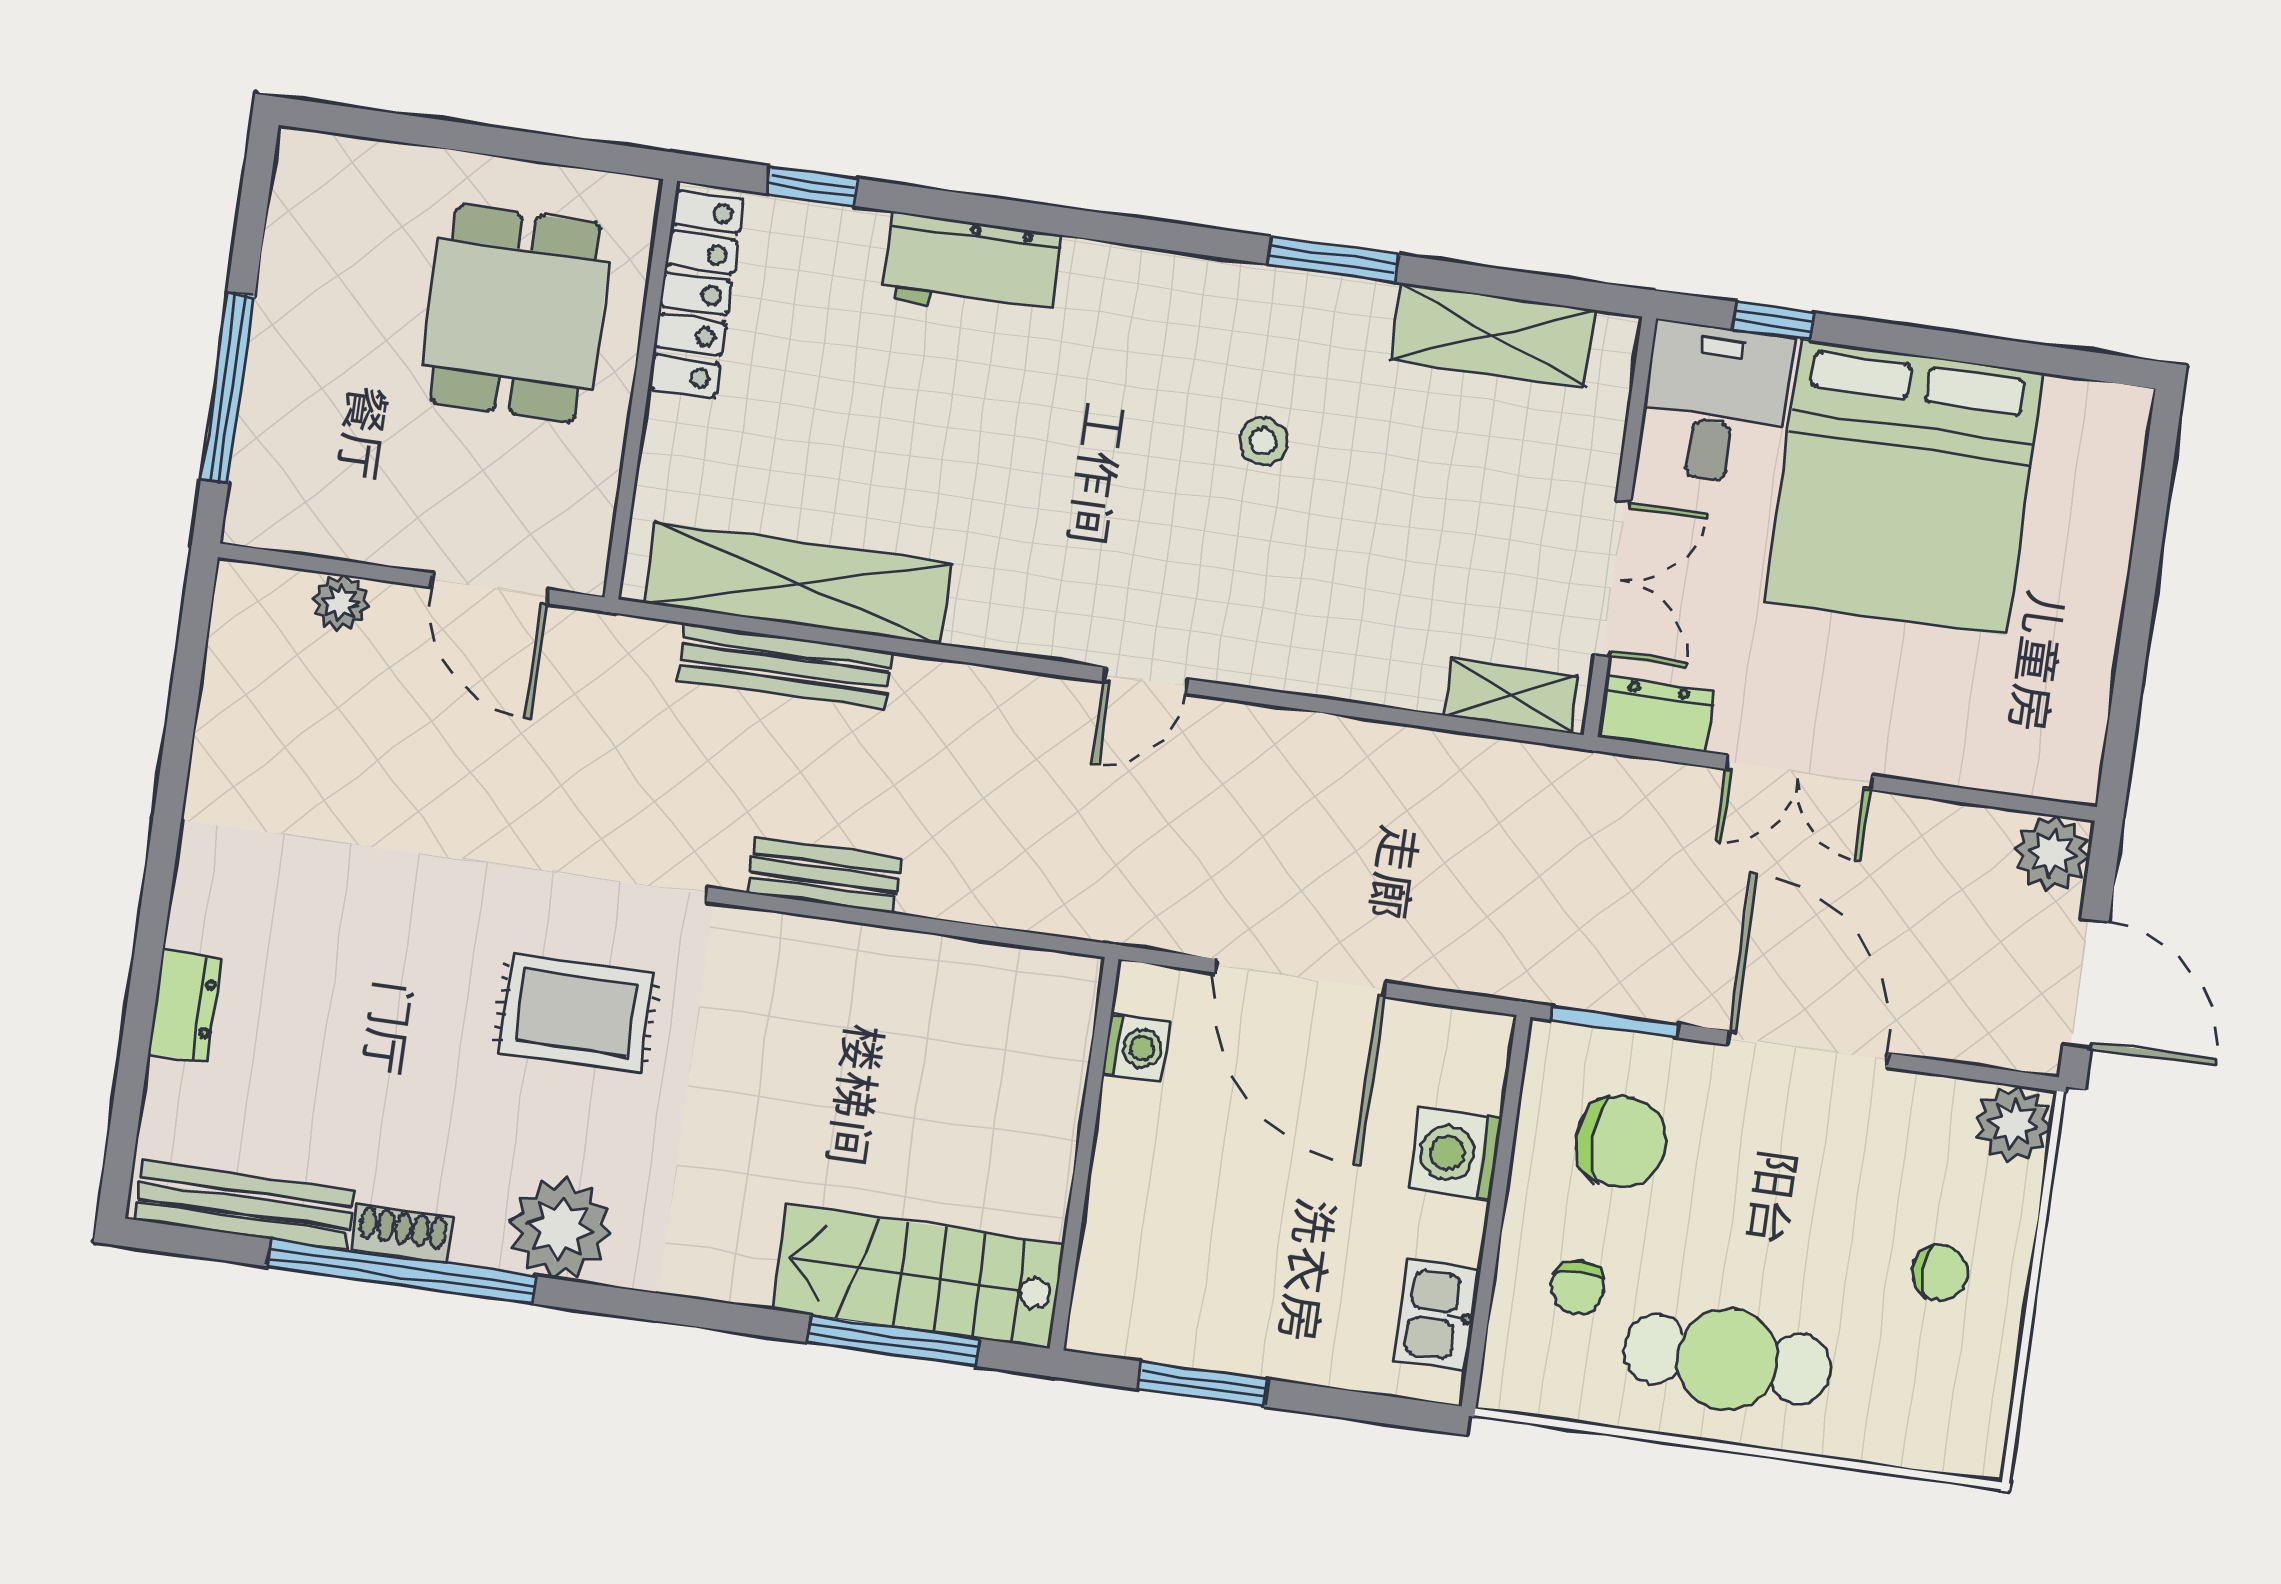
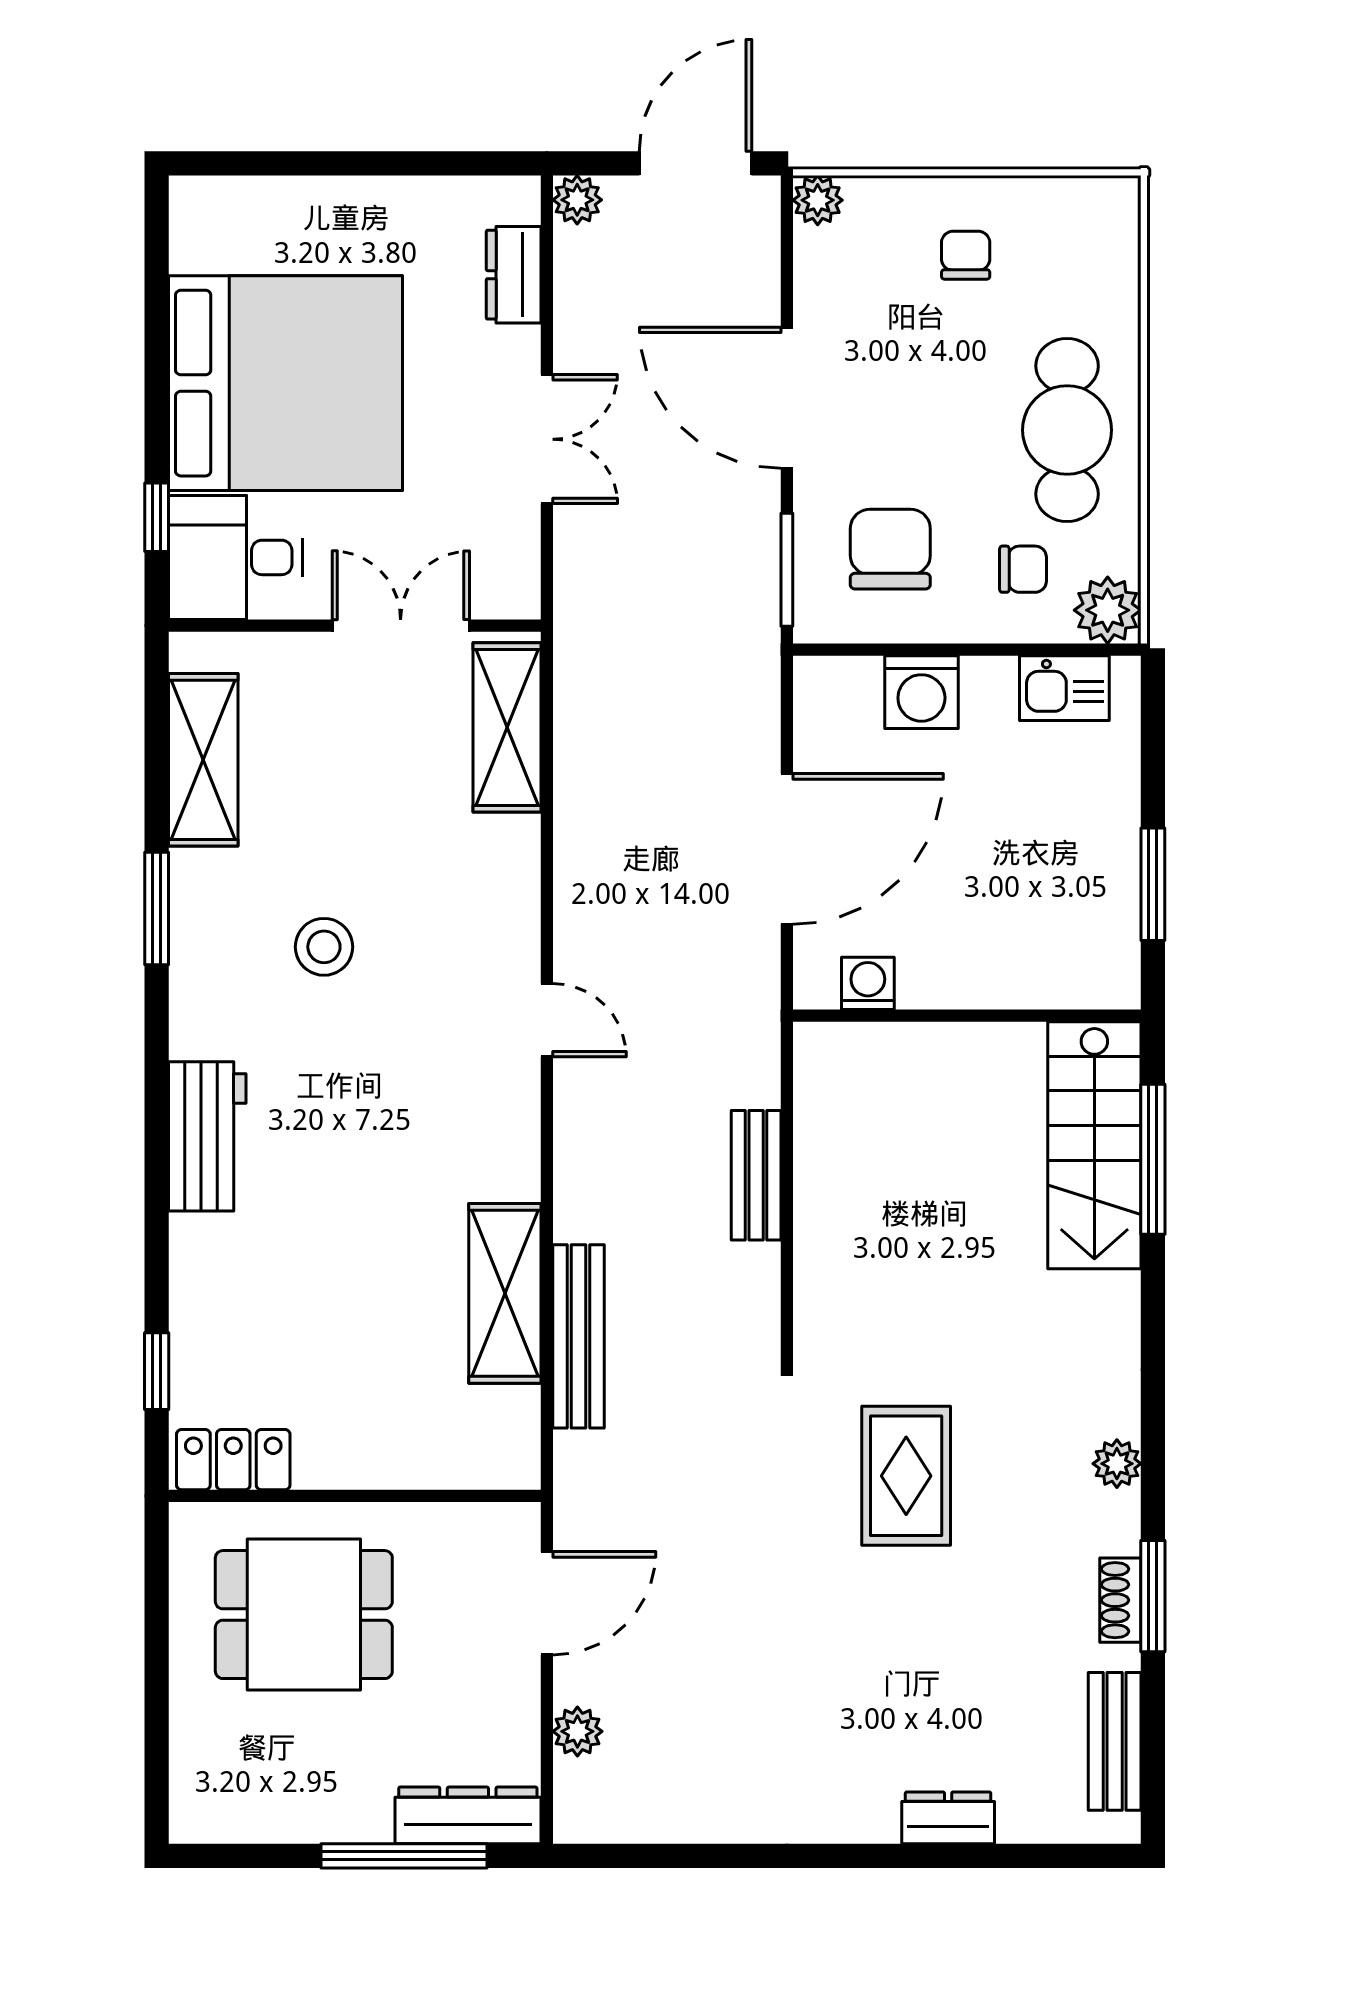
workbench: (972, 267) -> (207, 1136), moved
locker: (696, 294) -> (233, 1460), width x0.66
stool: (1263, 441) -> (324, 947), width x1.37, depth x1.37
dresser: (263, 466) -> (468, 1815), added
shelving: (798, 583) -> (505, 1293), width x0.68
shelving: (1512, 696) -> (507, 727), width x1.50, depth x1.33
dresser: (1656, 714) -> (514, 275), moved
plant: (2052, 853) -> (577, 200), width x0.73, depth x0.73
bench: (824, 875) -> (756, 1175), moved
door: (1808, 1049) -> (787, 398), hinge flipped
plant: (2013, 1124) -> (818, 200), width x0.73, depth x0.73
bench: (244, 1205) -> (1115, 1741), width x0.73
plant: (560, 1228) -> (1117, 1464), width x0.53, depth x0.53
window: (402, 1271) -> (1153, 1596), width x0.47
plant: (1518, 1376) -> (1108, 610), added

